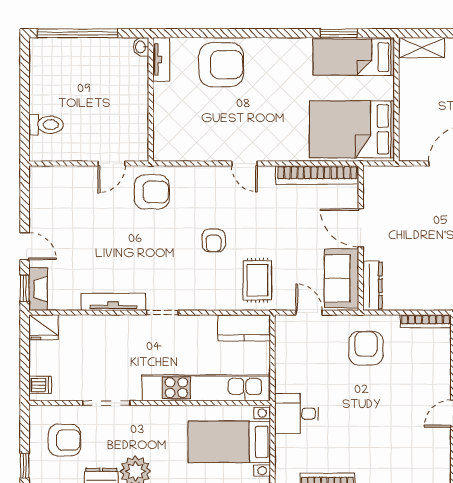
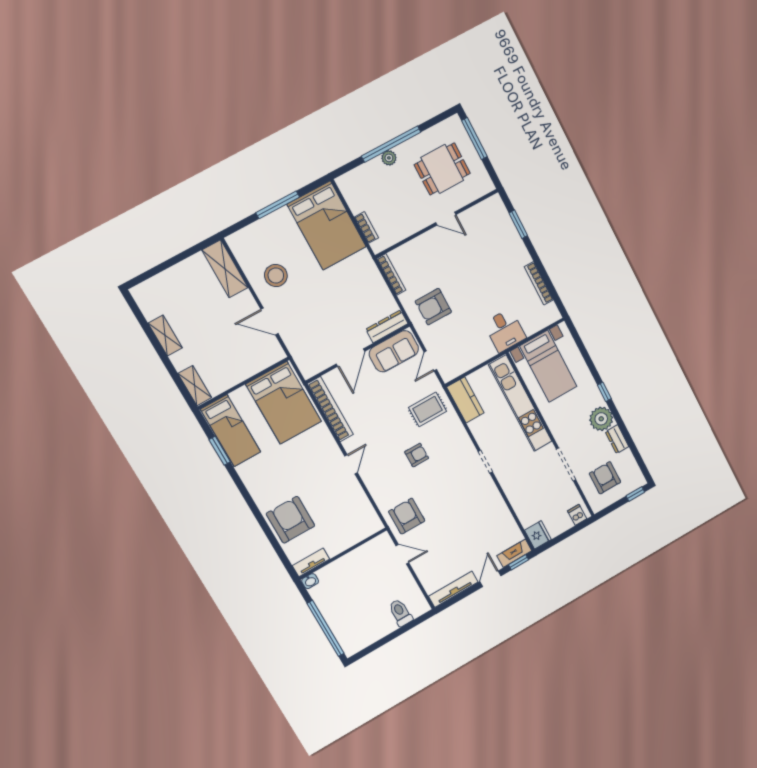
tv unit: (113, 302) -> (453, 589), moved, turned 90

